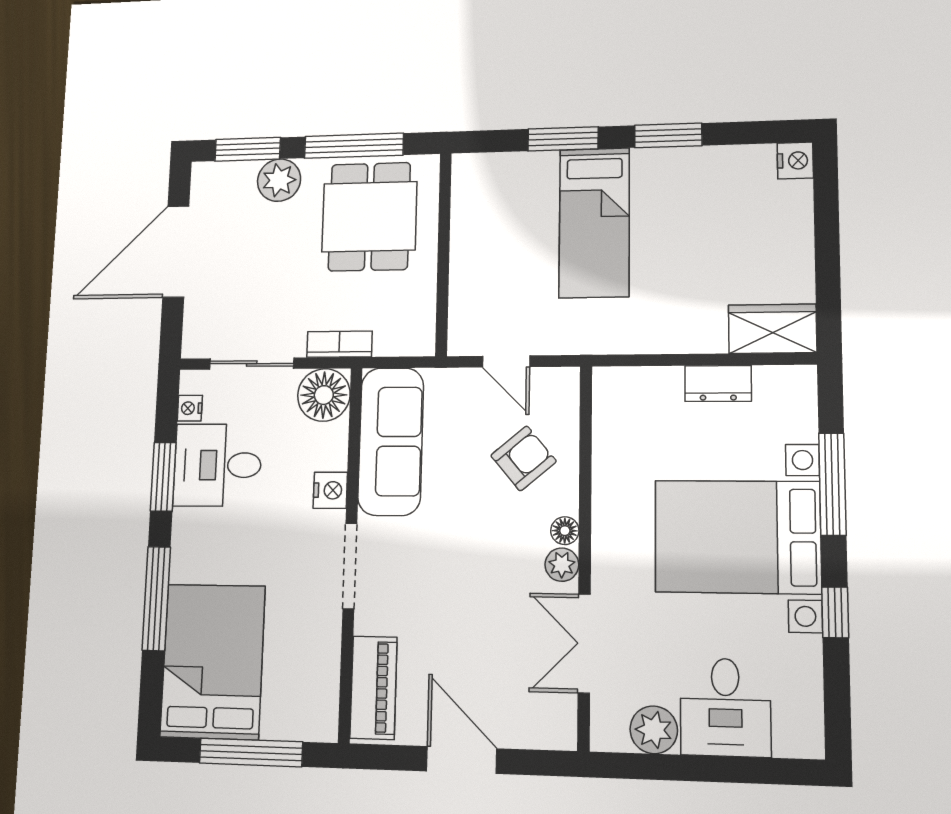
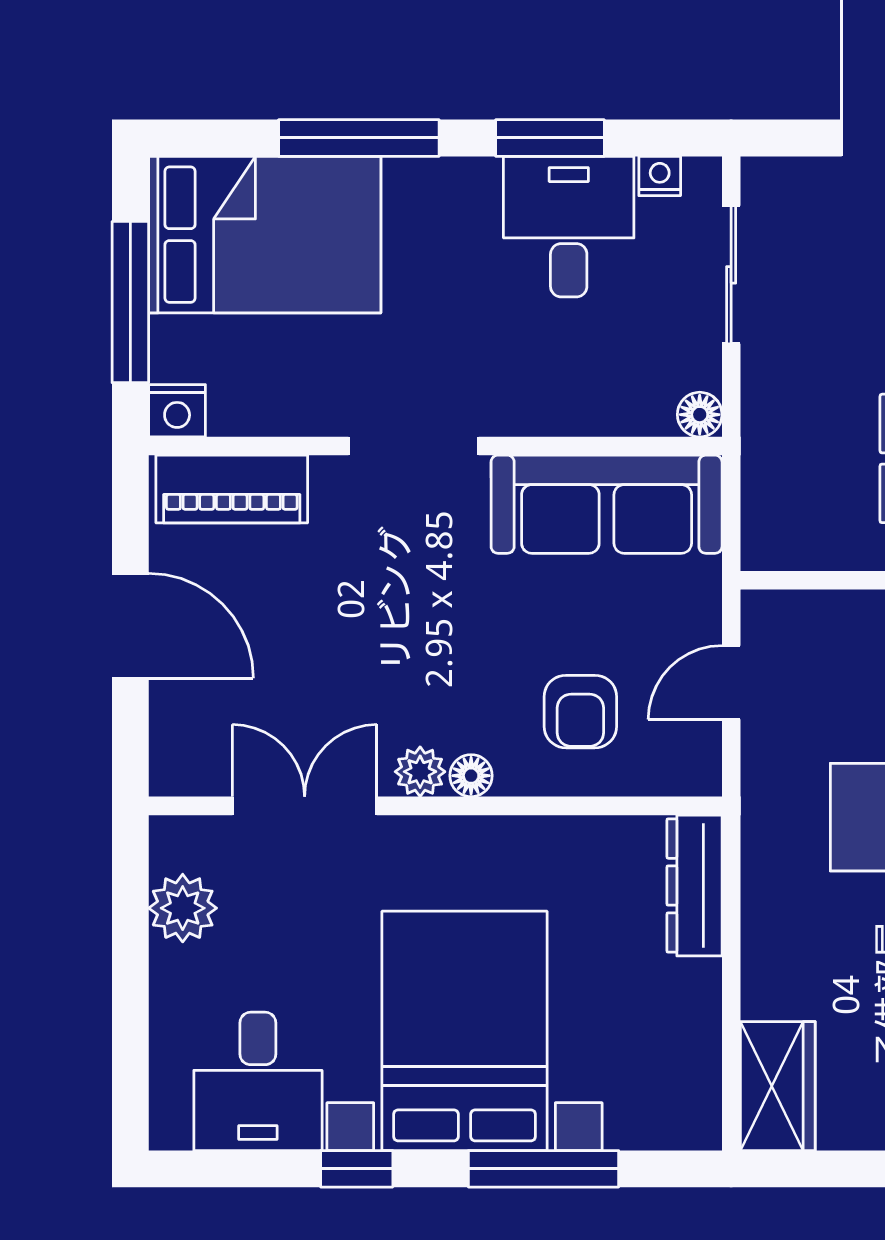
bookcase: (339, 344) -> (761, 417), removed
dresser: (718, 384) -> (694, 886), moved, width x1.44
floor lamp: (324, 395) -> (700, 415), width x0.53, depth x0.53
armchair: (523, 458) -> (580, 712), turned 40
nightstand: (330, 490) -> (177, 411), moved
desk: (725, 707) -> (258, 1081), moved, turned -90
door: (462, 760) -> (130, 626), hinge flipped

